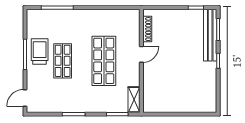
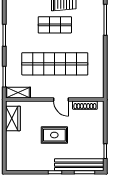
shop shelf: (104, 61) -> (55, 64), width x1.40
rug: (179, 61) -> (54, 135), added
wardrobe: (161, 105) -> (13, 118), added

